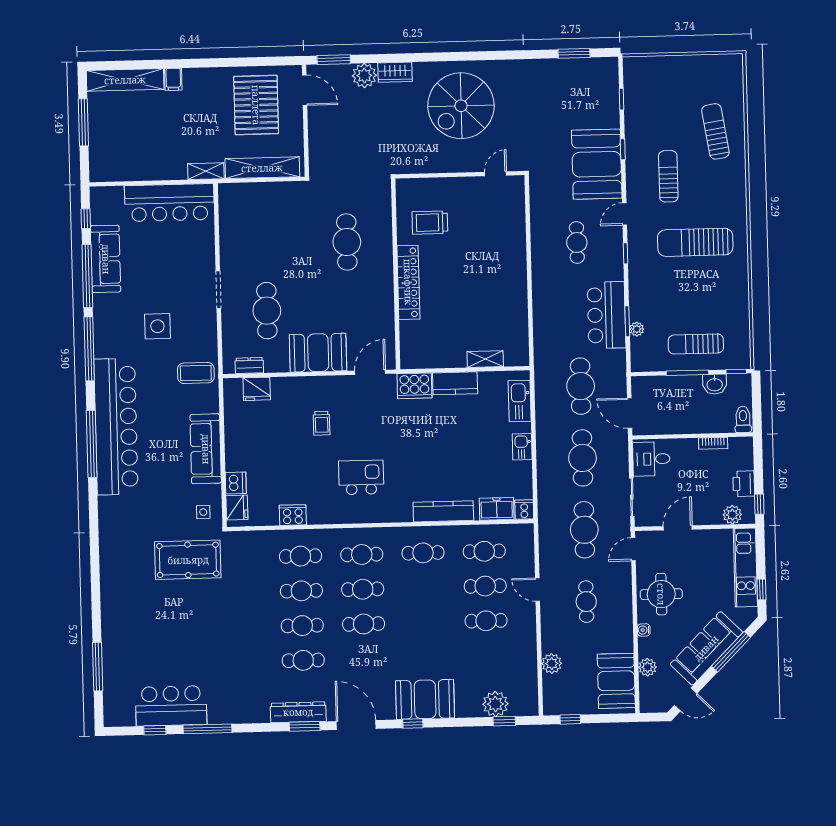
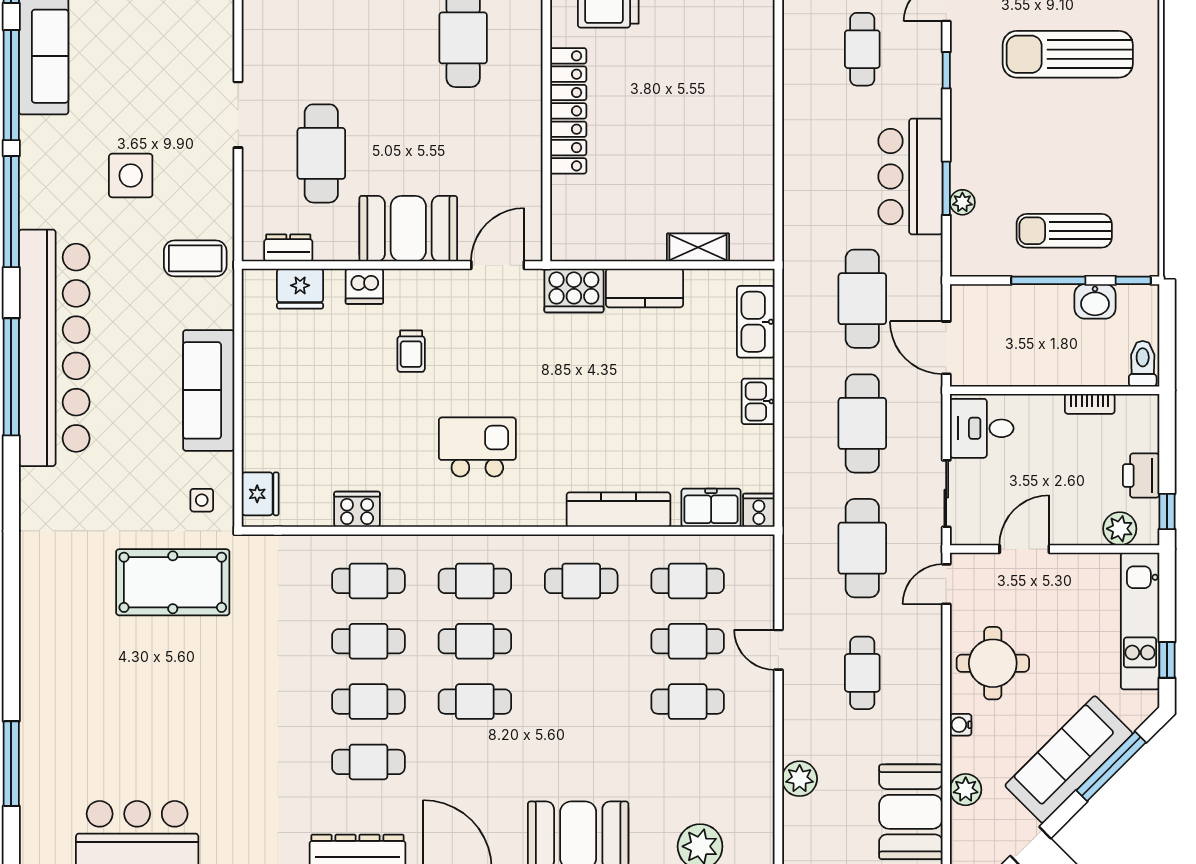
dishwasher: (236, 483) -> (364, 286), moved, turned 90

